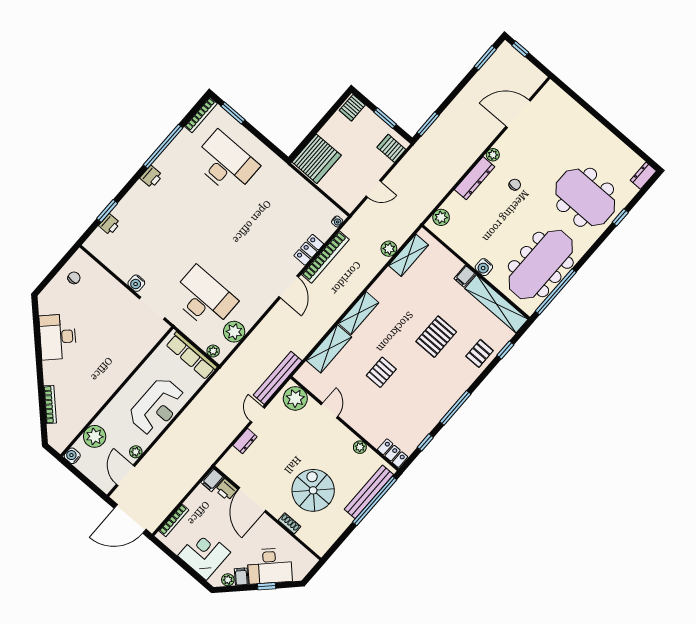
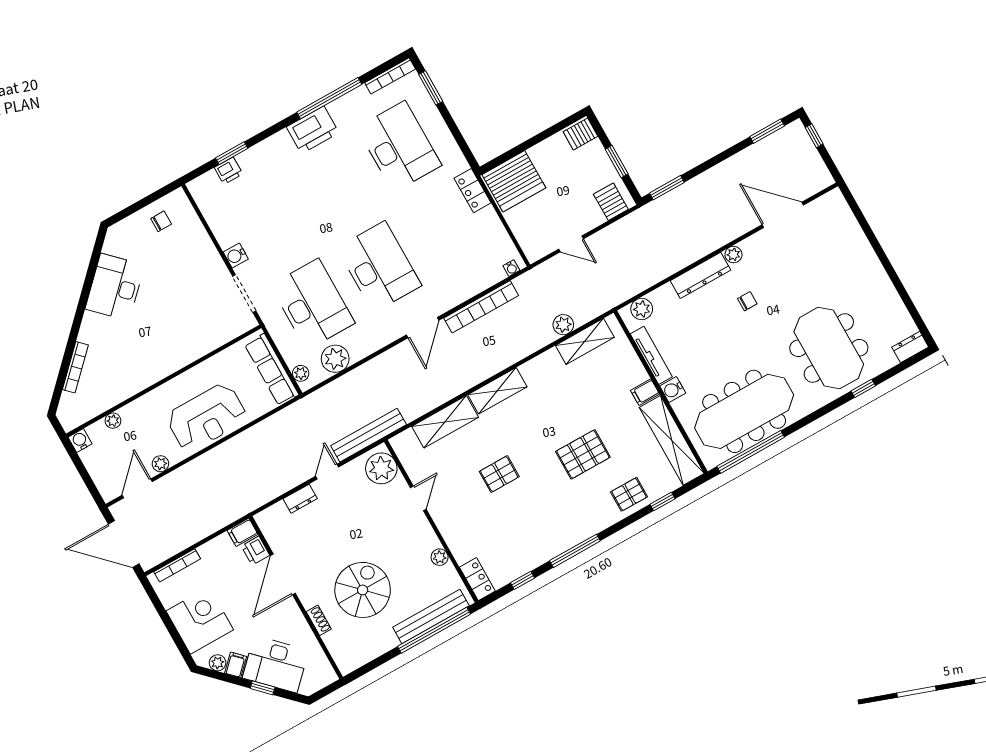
printer: (151, 177) -> (313, 130), width x1.87, depth x1.48
tv unit: (460, 248) -> (651, 355), added
locker: (309, 250) -> (472, 191), moved, turned -90
desk: (242, 254) -> (379, 267), added
plant: (95, 436) -> (113, 421), width x0.53, depth x0.53

